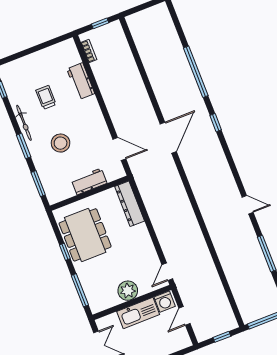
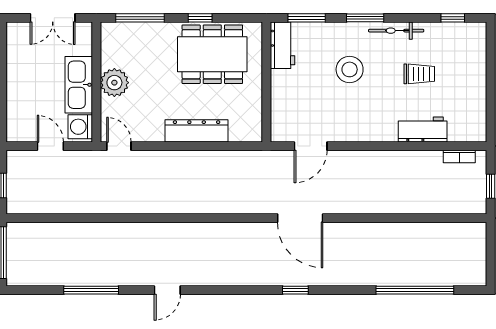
window: (196, 72) -> (415, 290), moved
workbench: (89, 181) -> (283, 45), moved
dresser: (130, 204) -> (197, 131), moved

